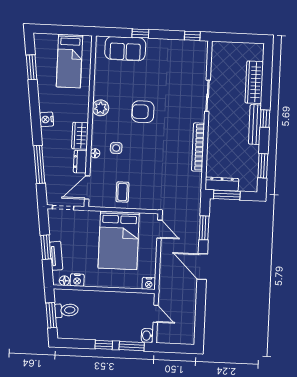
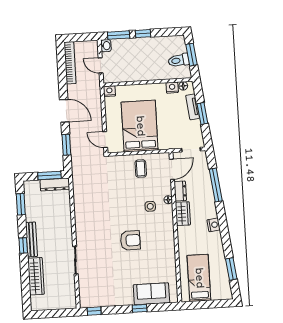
plant: (101, 108) -> (168, 240), removed
bookcase: (198, 147) -> (70, 63), moved

